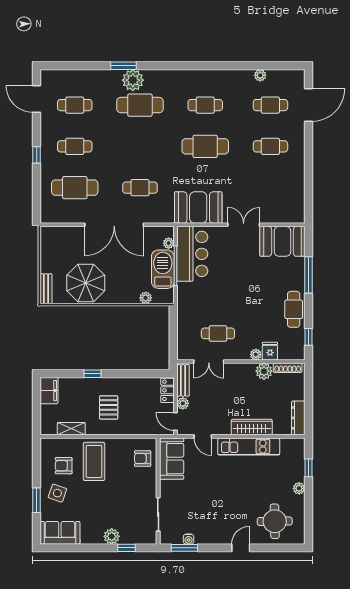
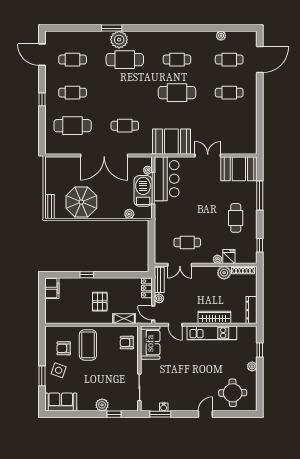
cafe table: (294, 309) -> (236, 218), moved
shelving: (71, 429) -> (124, 319), moved

